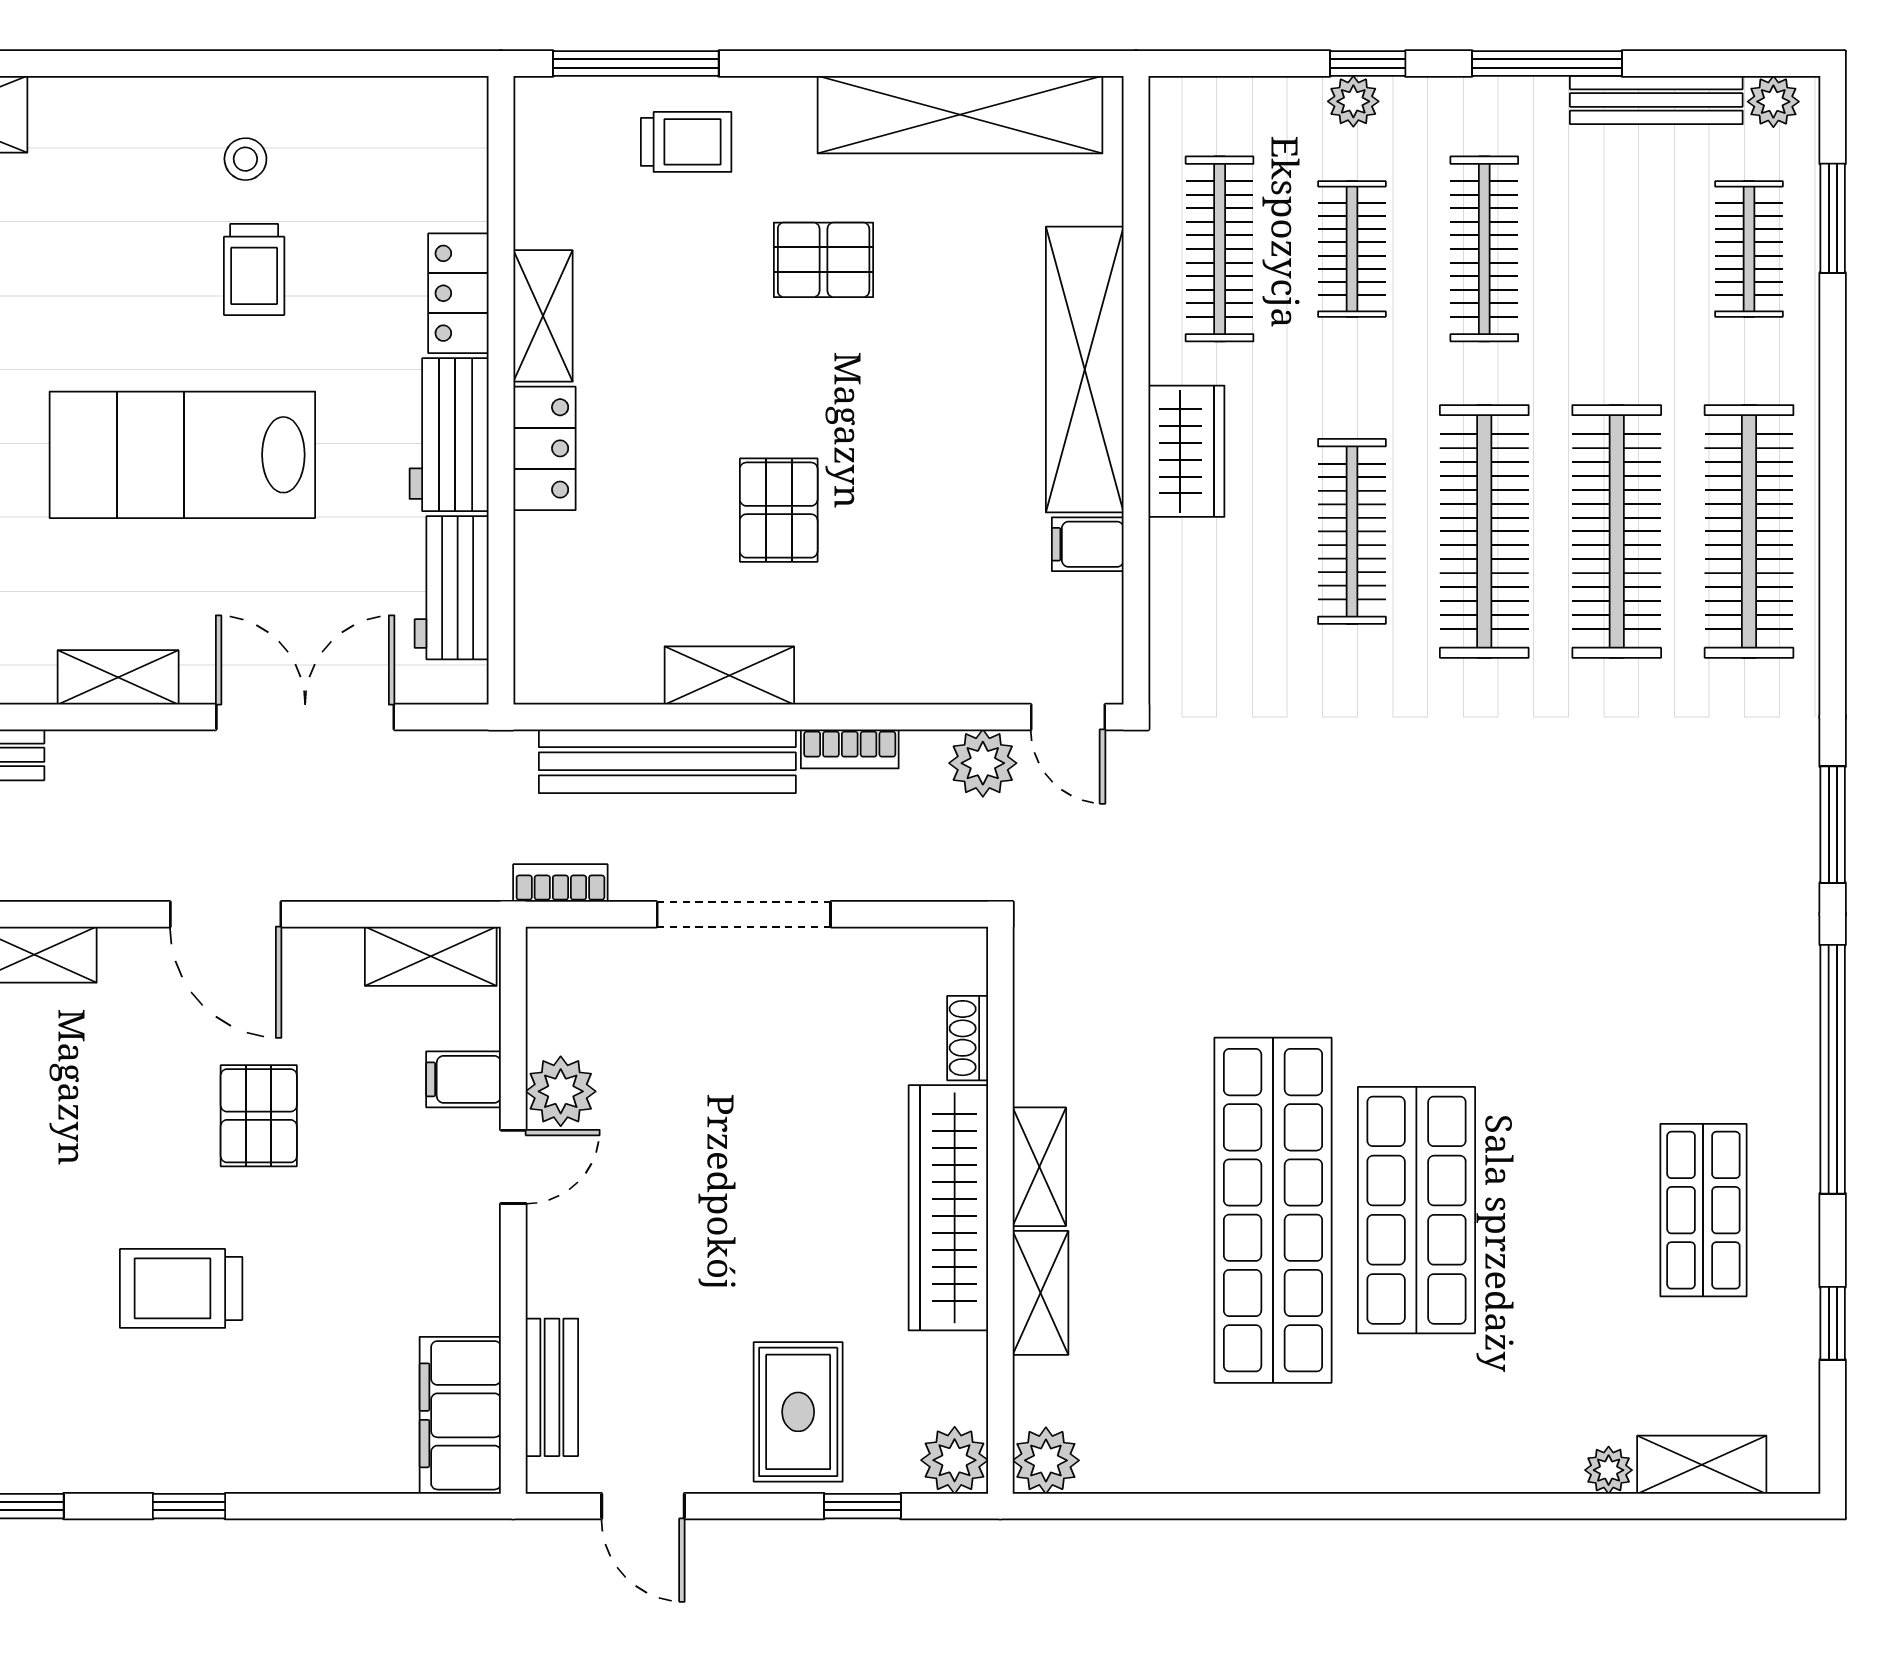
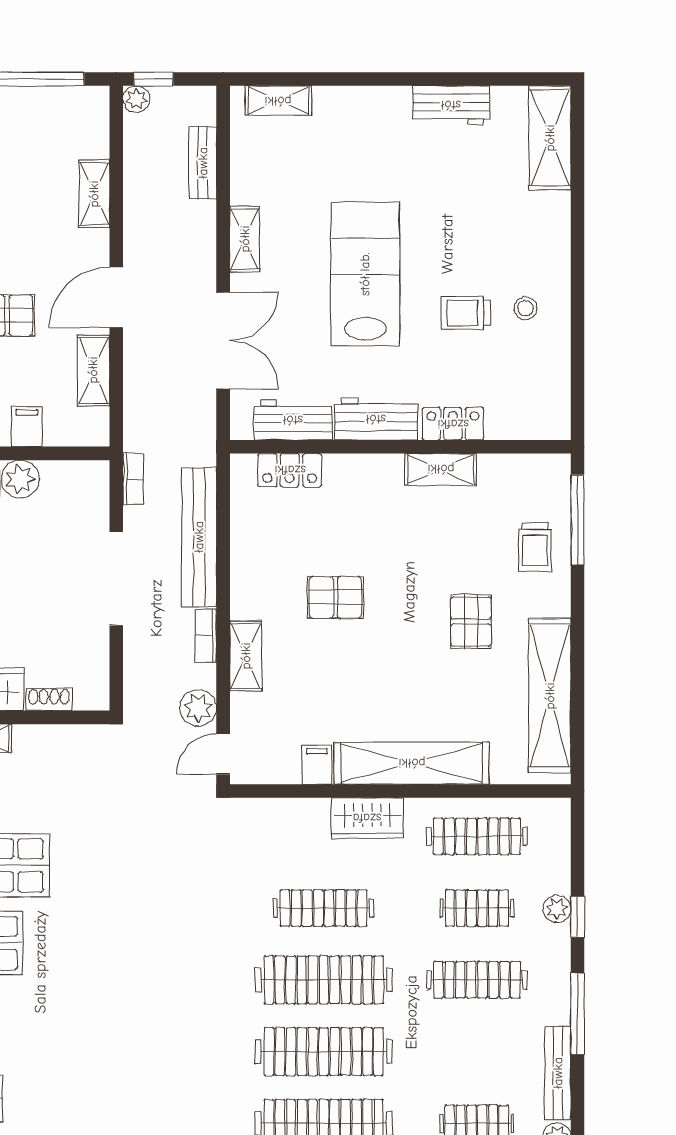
locker: (545, 448) -> (290, 470), moved
shelving: (729, 675) -> (246, 656), moved
shelving: (431, 956) -> (93, 370), moved

